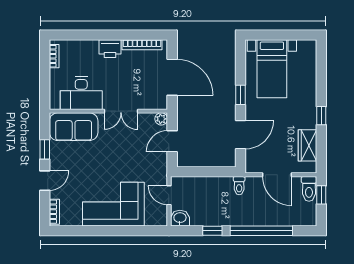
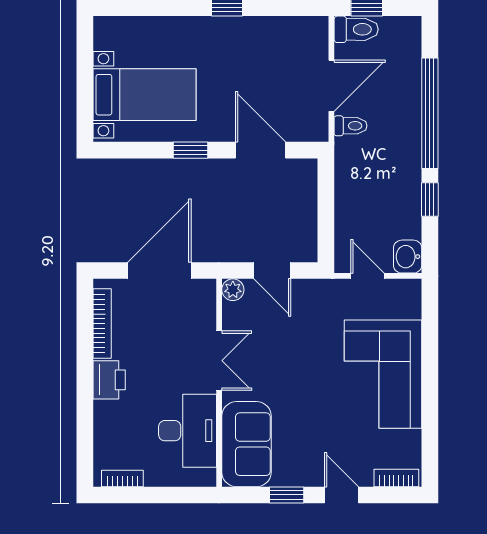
wardrobe: (307, 145) -> (279, 32), removed
toilet: (239, 186) -> (350, 126), moved
door: (169, 195) -> (367, 276), swing flipped

